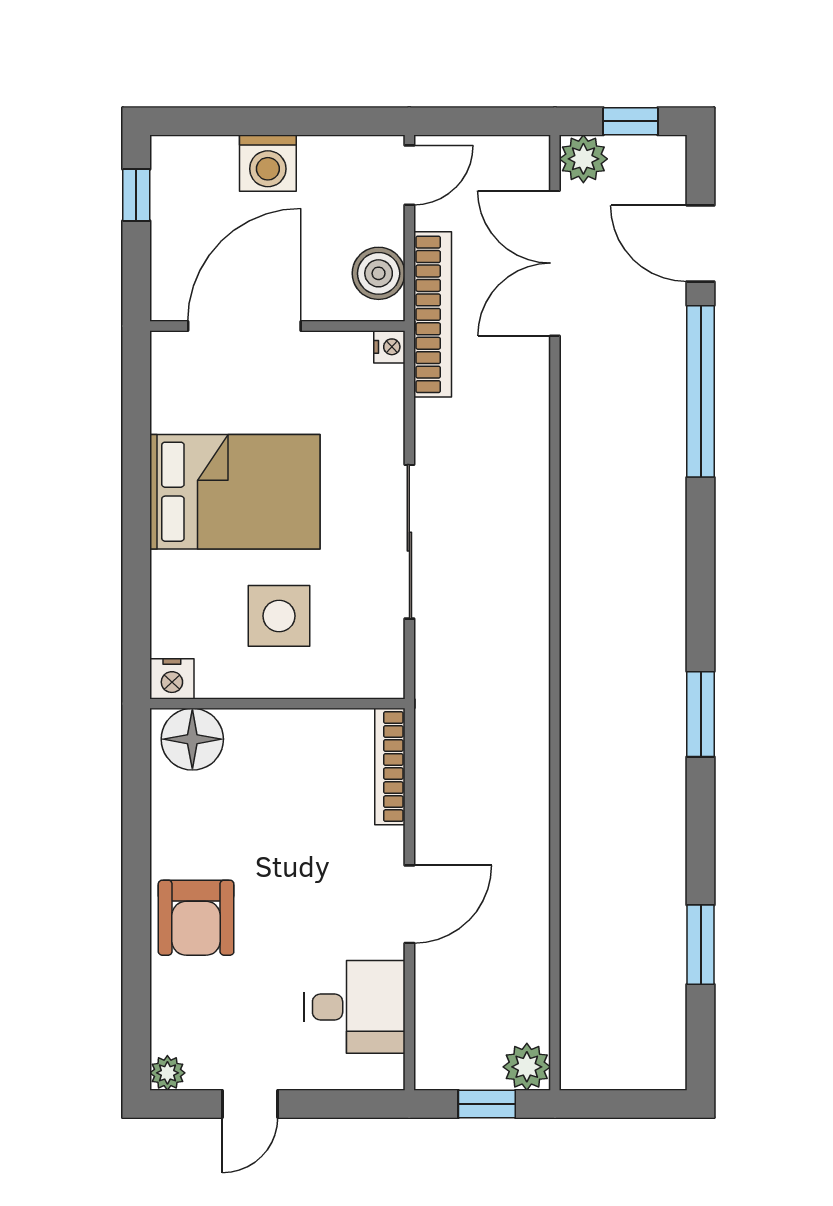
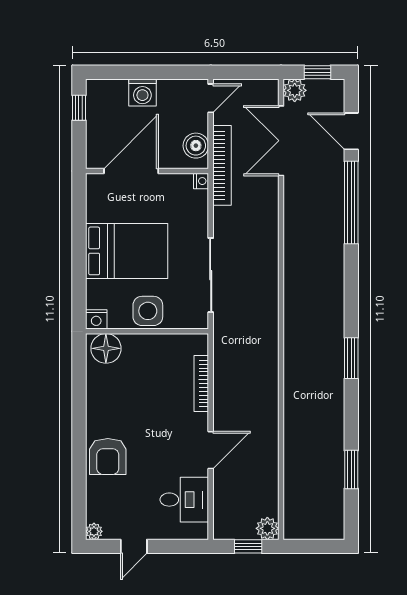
nightstand: (172, 679) -> (96, 319), moved
wall: (277, 704) -> (147, 331), moved
floor lamp: (192, 739) -> (106, 348), moved

